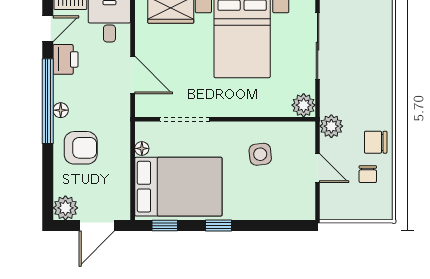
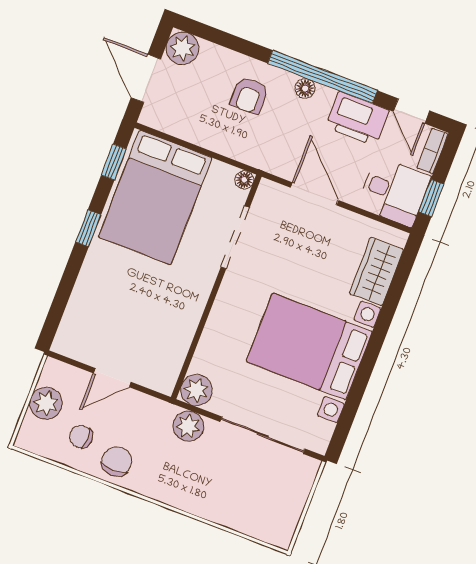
printer: (66, 59) -> (357, 119), width x1.37, depth x1.19
door: (133, 75) -> (314, 194), swing flipped
plant: (331, 126) -> (188, 426), moved
armchair: (81, 148) -> (249, 95), width x0.72, depth x0.72
floor lamp: (142, 148) -> (244, 180), moved
side table: (260, 154) -> (156, 314), removed
plant: (354, 208) -> (46, 403), added

